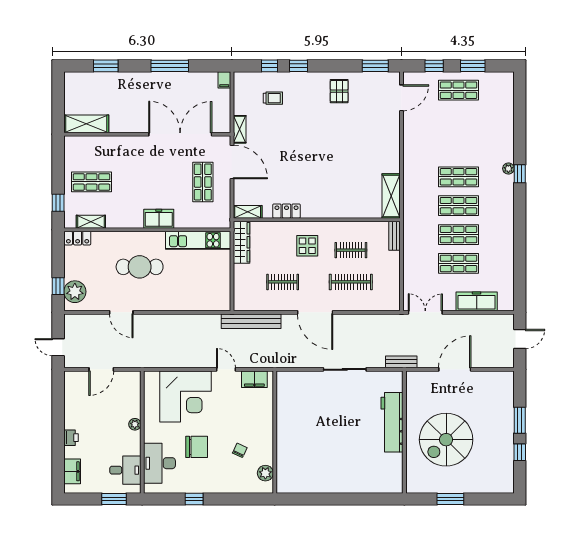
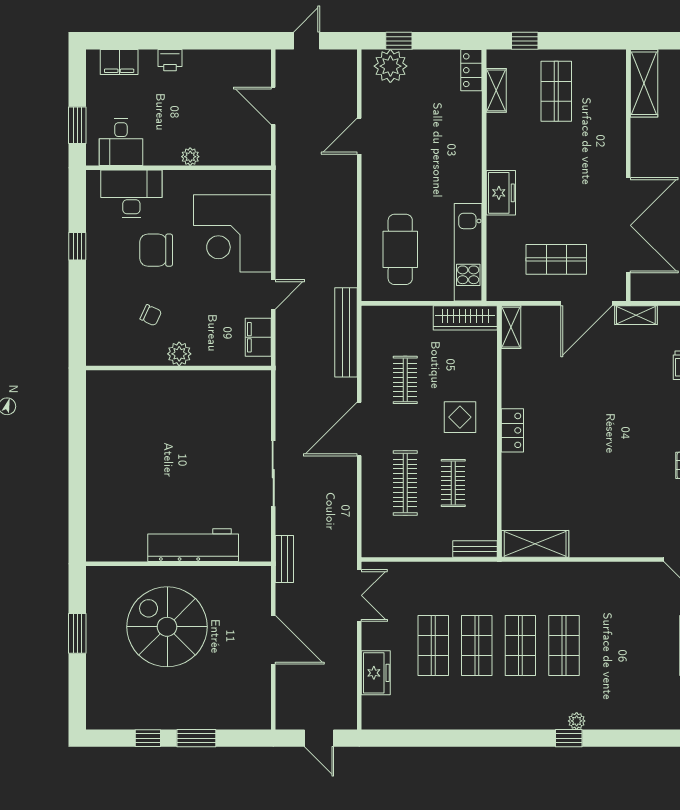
locker: (287, 211) -> (512, 430), moved
cafe table: (140, 267) -> (400, 249), moved
freezer: (477, 301) -> (376, 673), width x0.71
chair: (197, 447) -> (156, 250), turned 90
plant: (265, 473) -> (179, 354), moved

